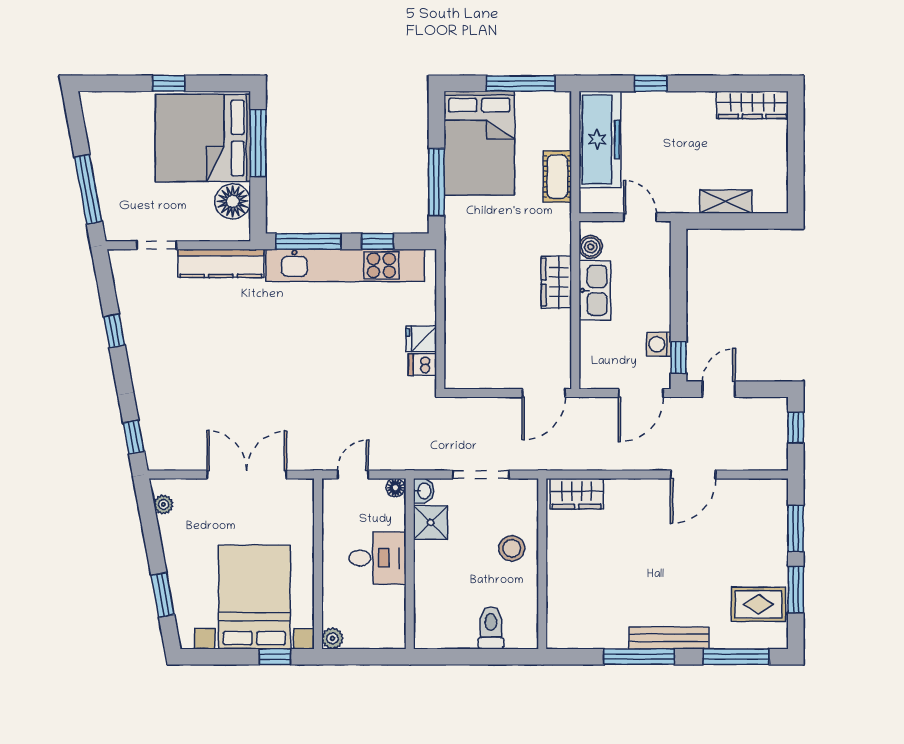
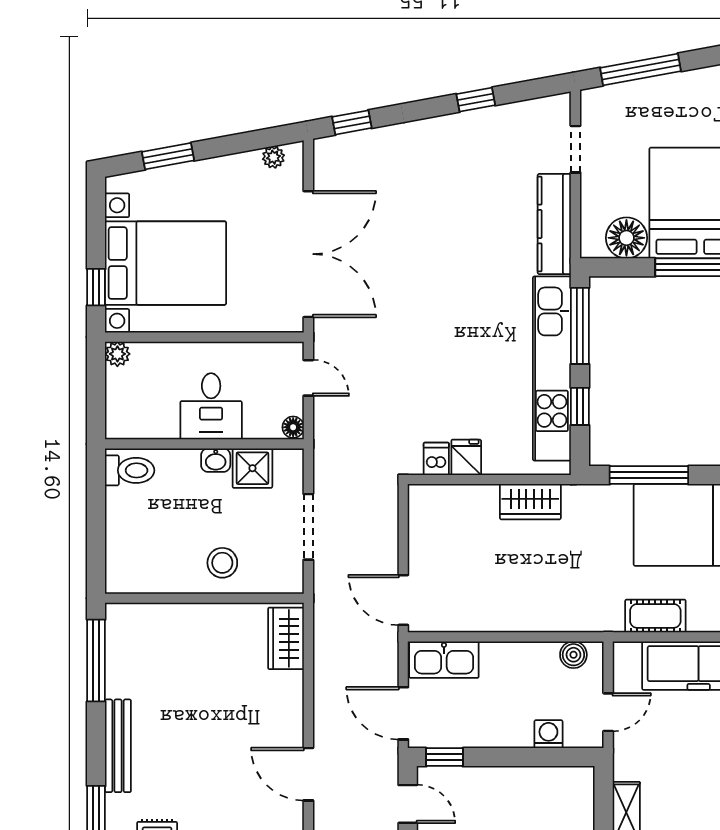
wardrobe: (556, 282) -> (530, 502), moved, turned 180
kitchen sink: (595, 290) -> (444, 660), moved
washing machine: (659, 344) -> (548, 734), moved
double door: (247, 475) -> (308, 254), width x1.36
washbasin: (424, 491) -> (216, 460), moved
toilet: (491, 628) -> (130, 470), moved
window: (639, 657) -> (96, 661), moved

